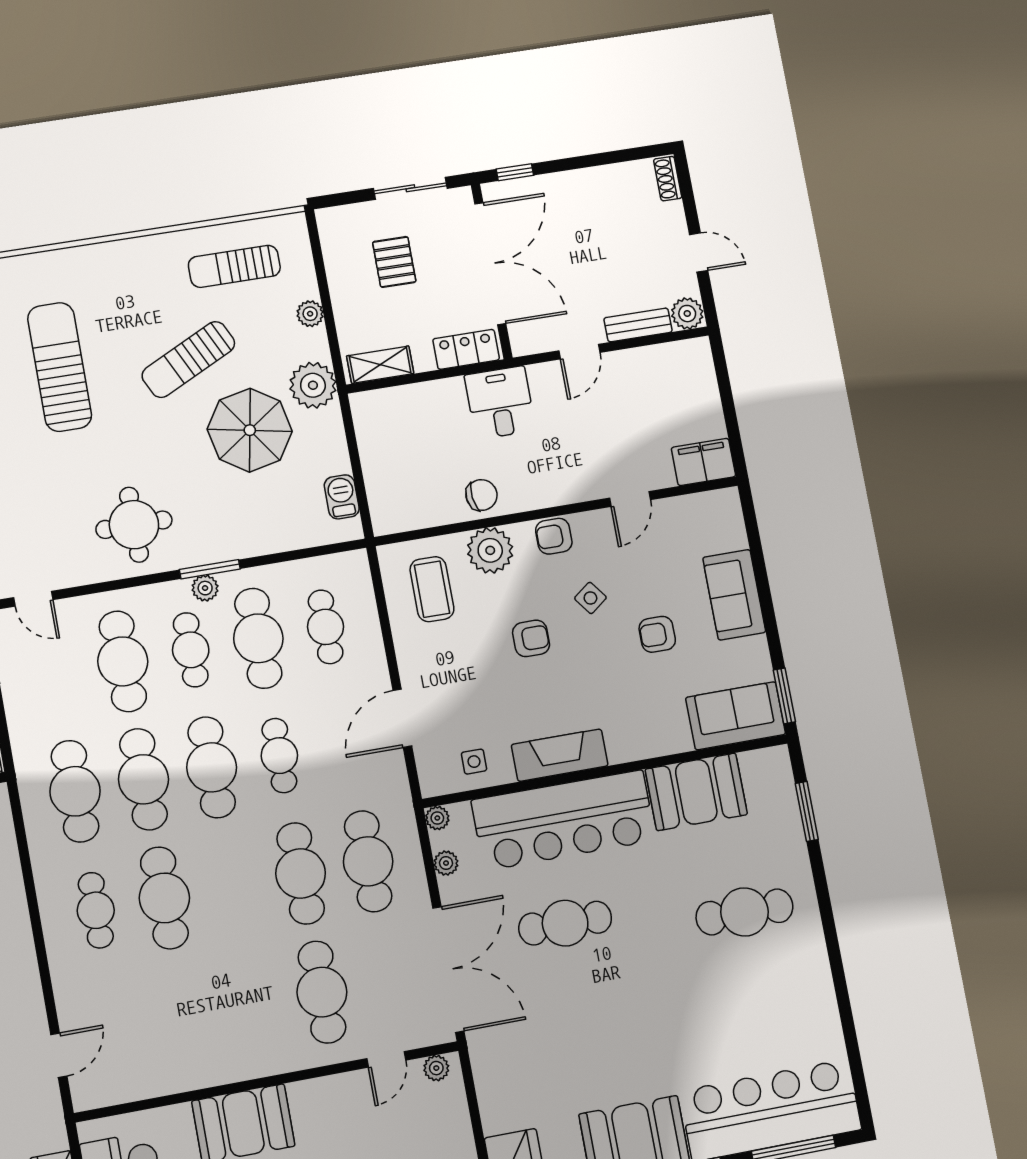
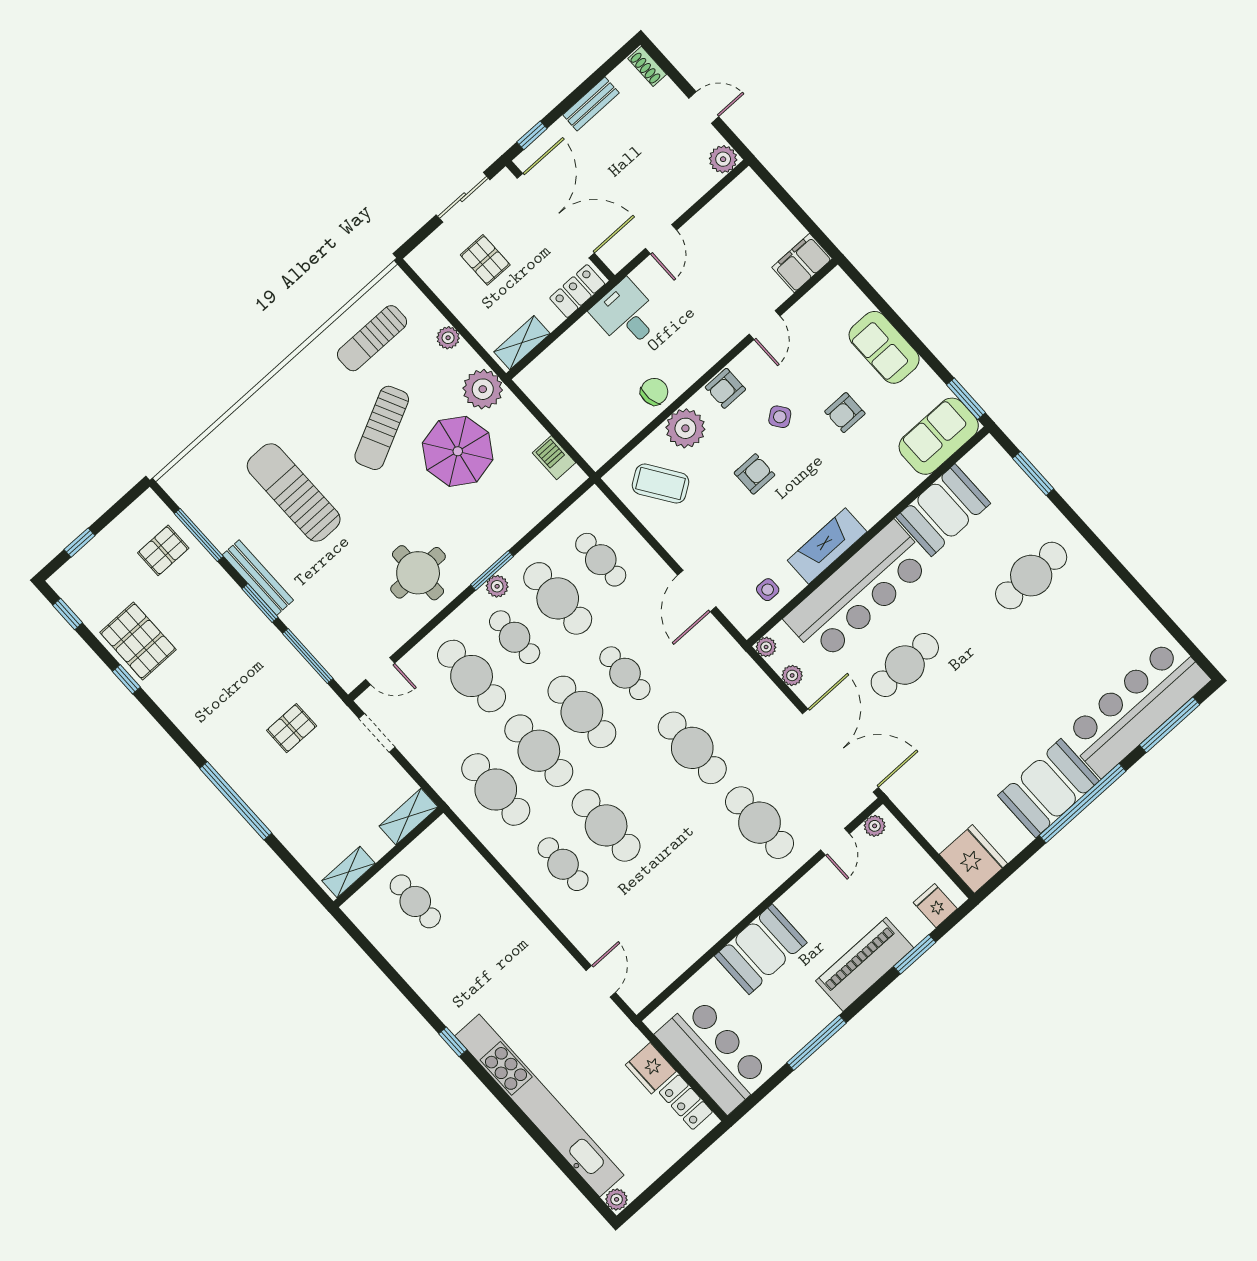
bench: (638, 325) -> (591, 104), moved
coffee table: (432, 589) -> (661, 484), turned -34
cafe table: (368, 861) -> (735, 709), removed

